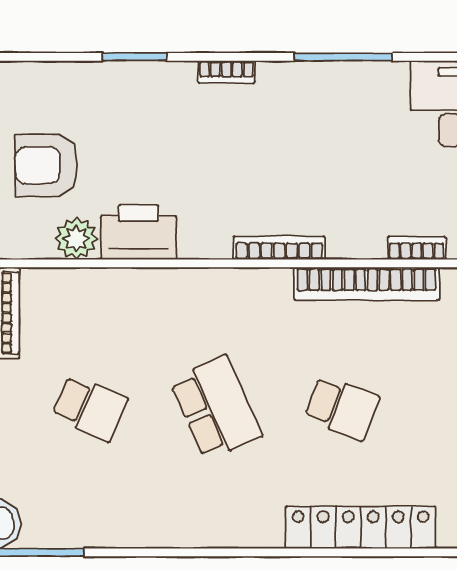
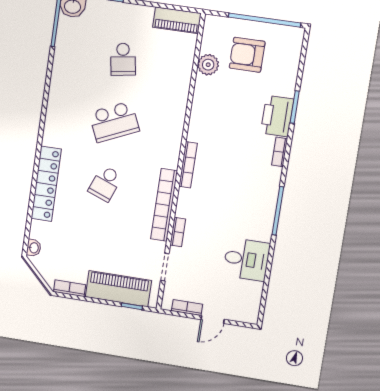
armchair: (46, 165) -> (247, 55), turned -90
printer: (139, 232) -> (277, 116), moved, turned 180
school desk: (90, 408) -> (123, 59), turned -33

